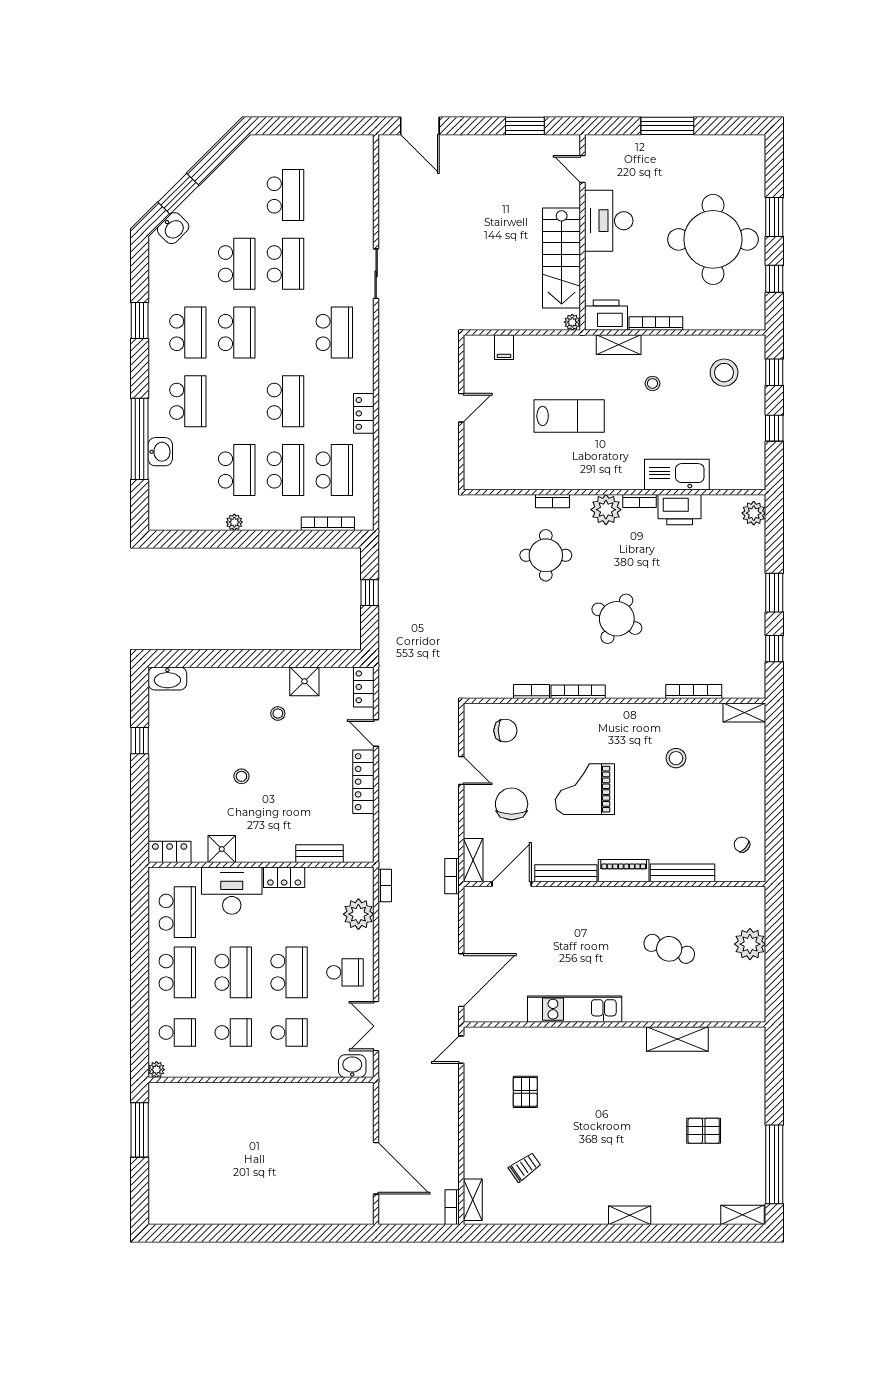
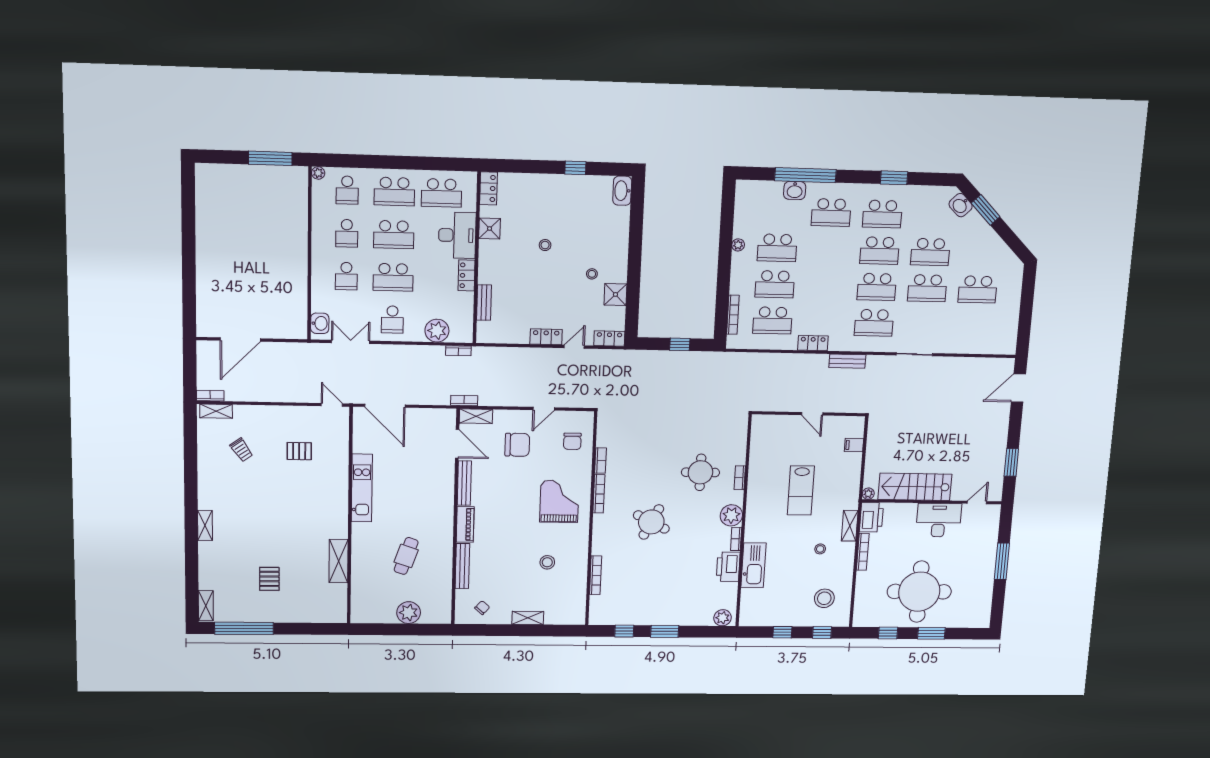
bench: (388, 365) -> (847, 361), added
school desk: (286, 401) -> (877, 287), moved
shelving: (744, 713) -> (528, 618), moved, turned 90
locker: (363, 782) -> (546, 337), width x0.66
grand piano: (585, 789) -> (559, 501), moved

